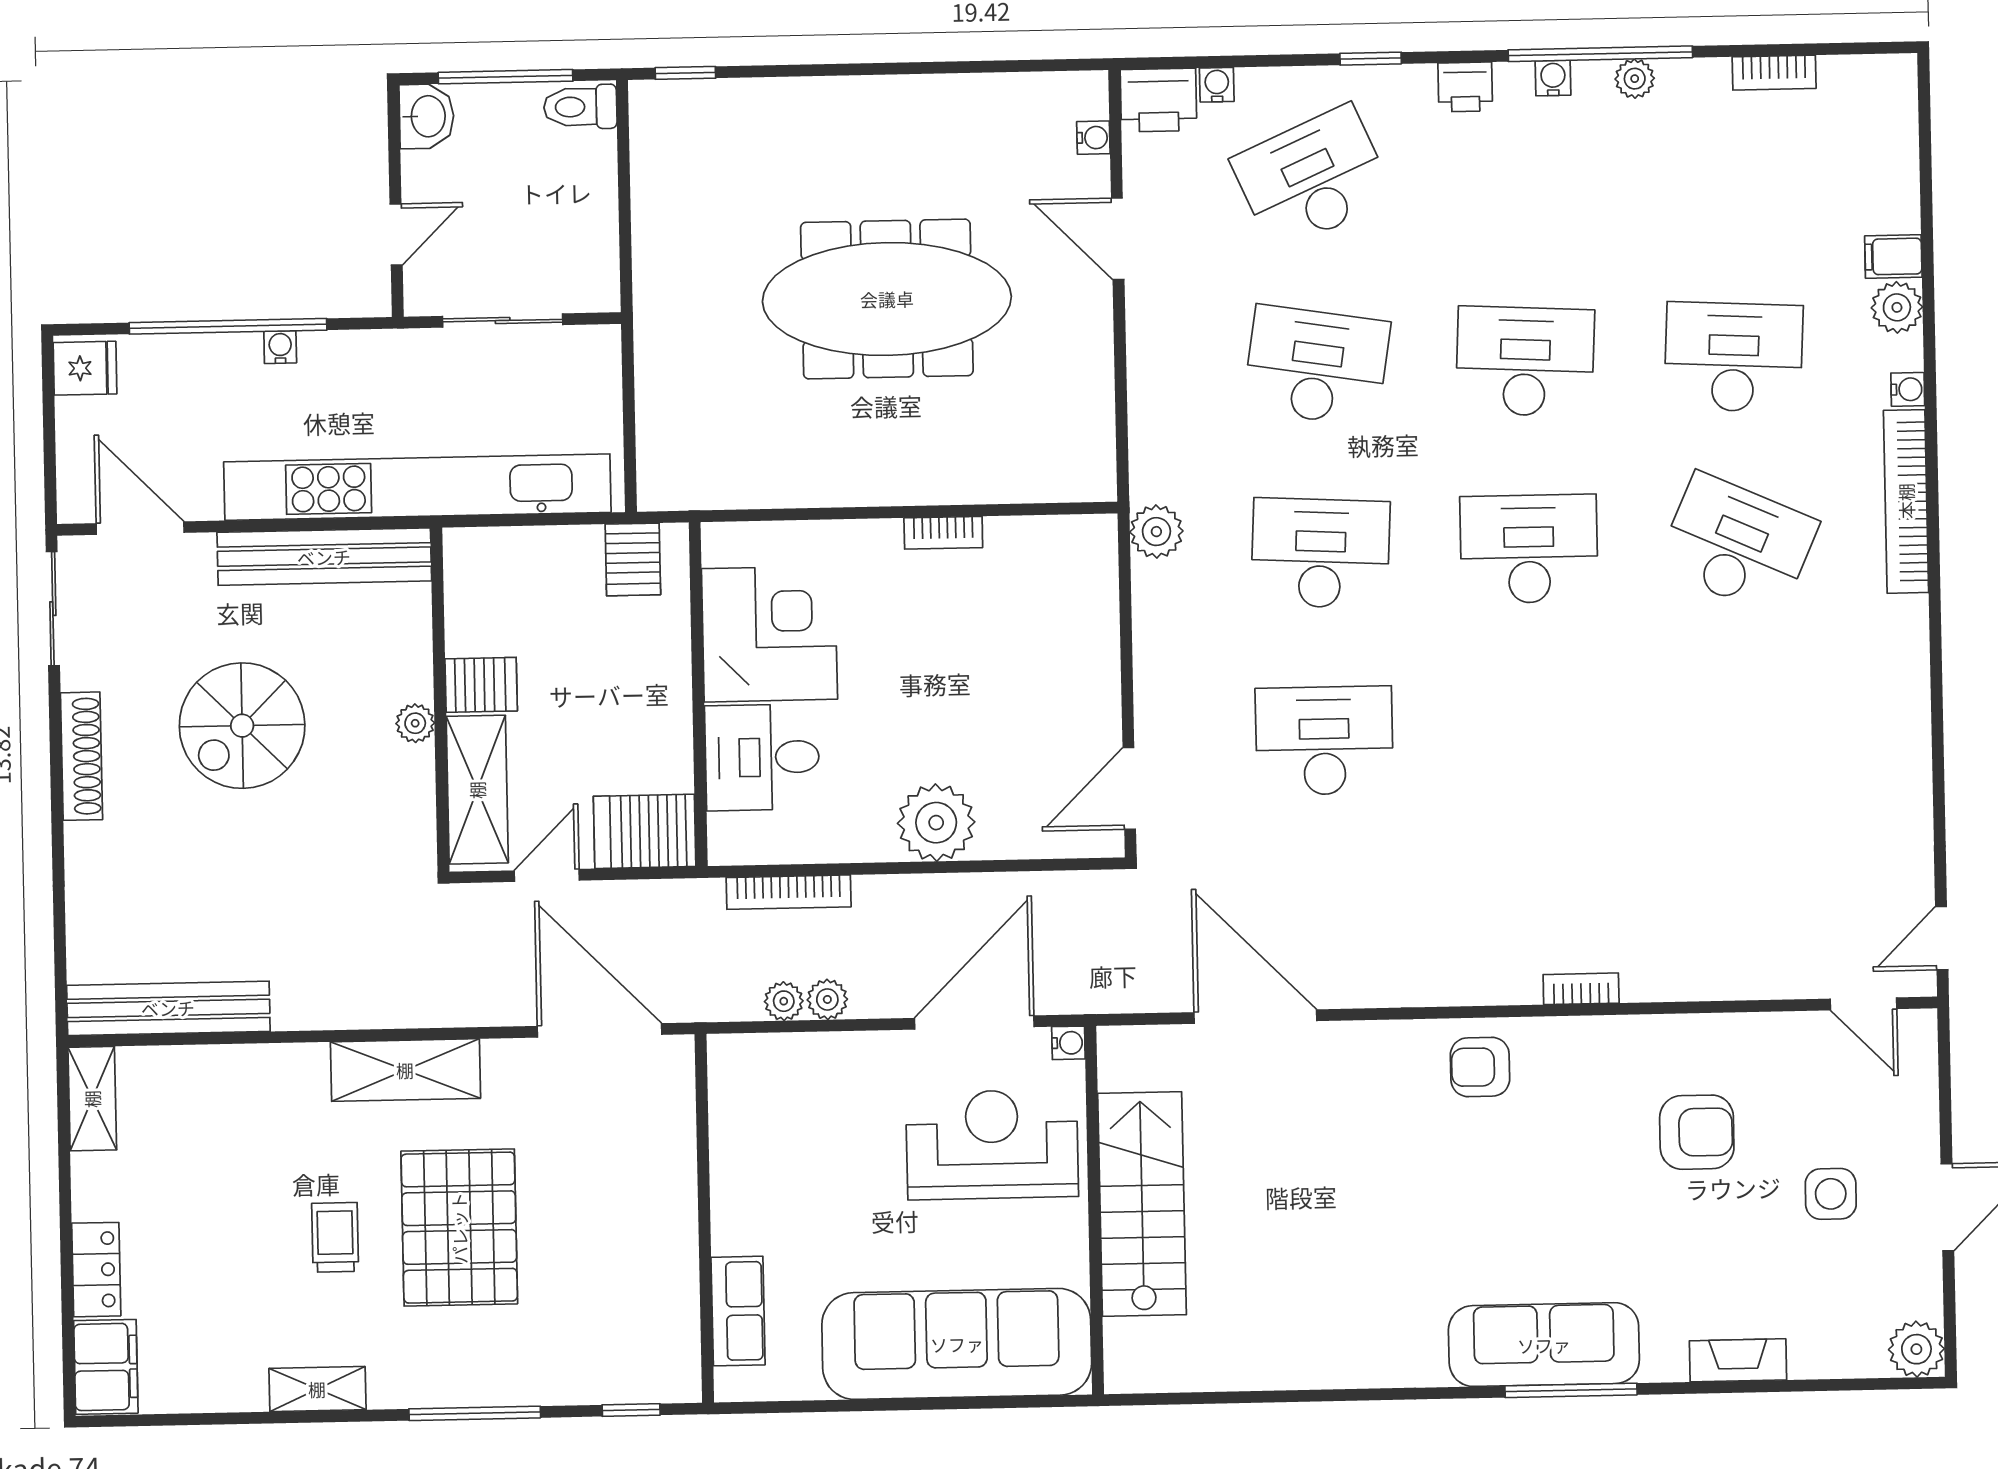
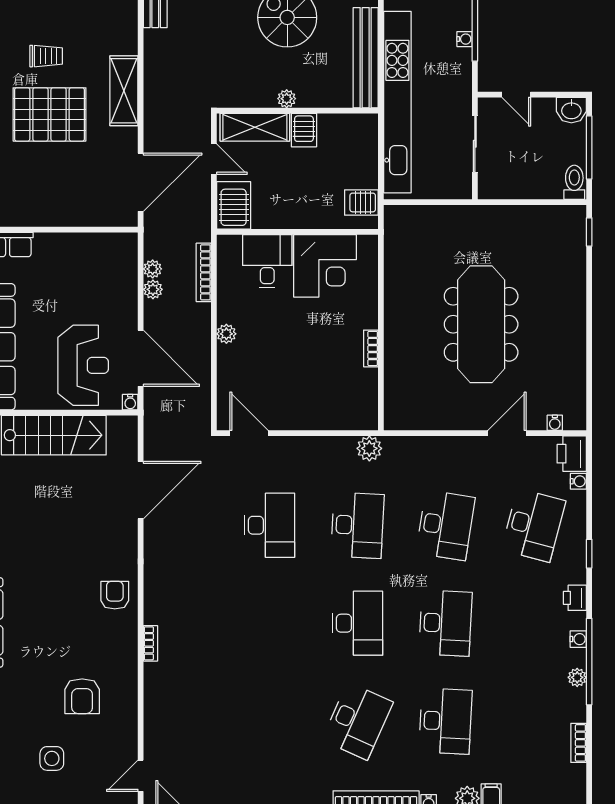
desk: (1313, 178) -> (534, 525), turned 39
plant: (936, 823) -> (226, 334), width x0.53, depth x0.53

